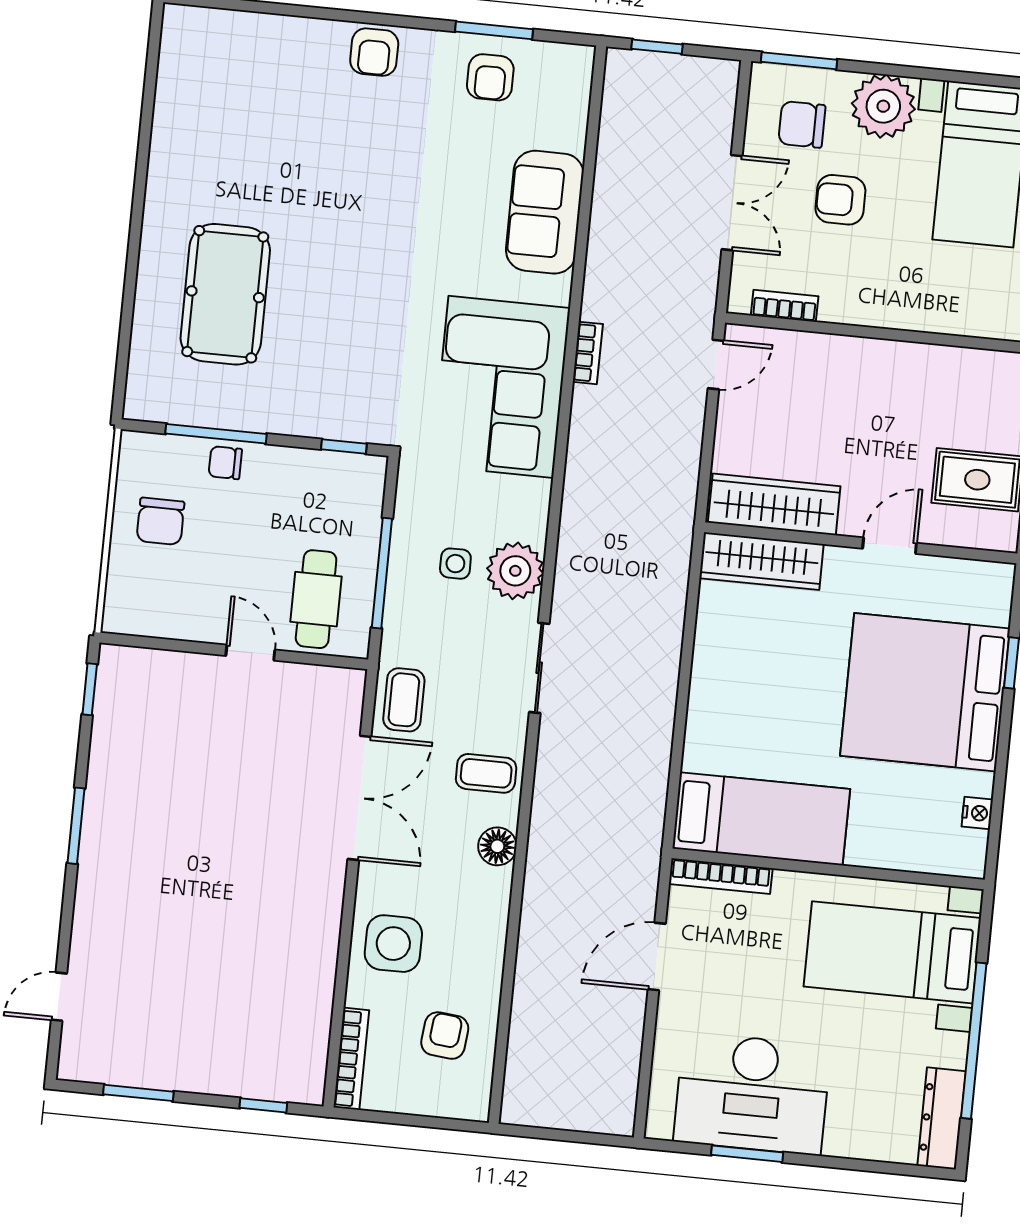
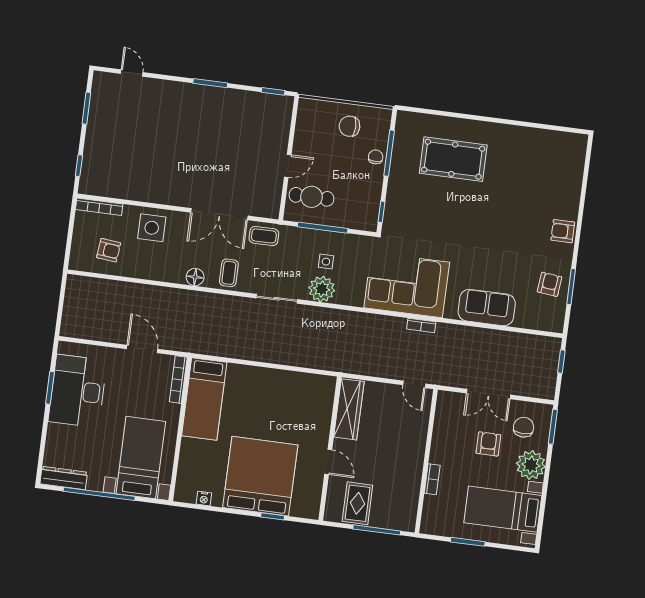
armchair: (490, 77) -> (550, 284), turned 96
bookcase: (785, 306) -> (432, 479), moved
wardrobe: (762, 561) -> (323, 403), removed

